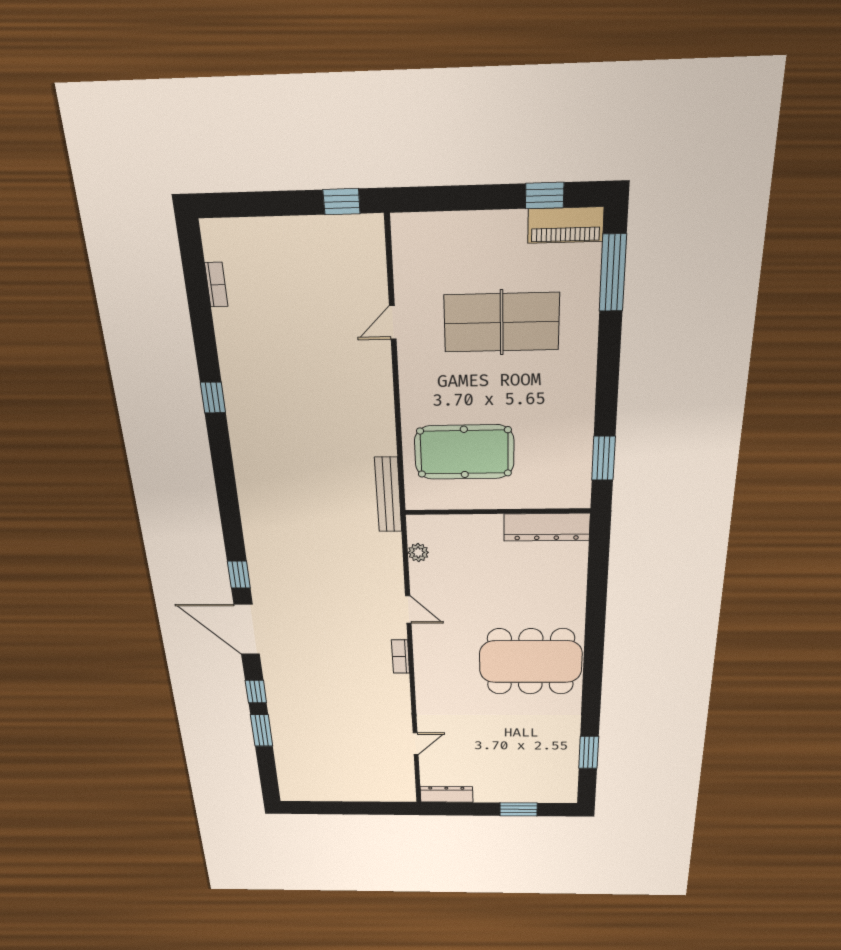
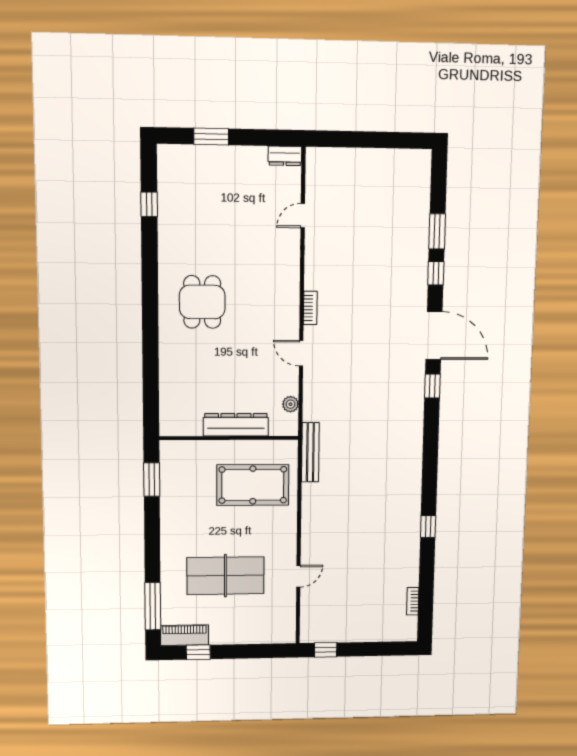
dresser: (547, 527) -> (236, 425), moved
dining table: (531, 662) -> (202, 302), width x0.53, depth x0.80
window: (589, 752) -> (149, 204), width x0.67
dresser: (447, 794) -> (285, 156), width x0.70

